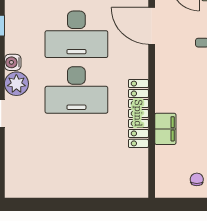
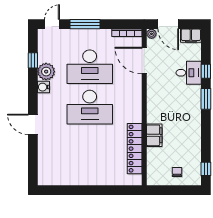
plant: (16, 84) -> (46, 72), moved
locker: (138, 113) -> (135, 149), moved

